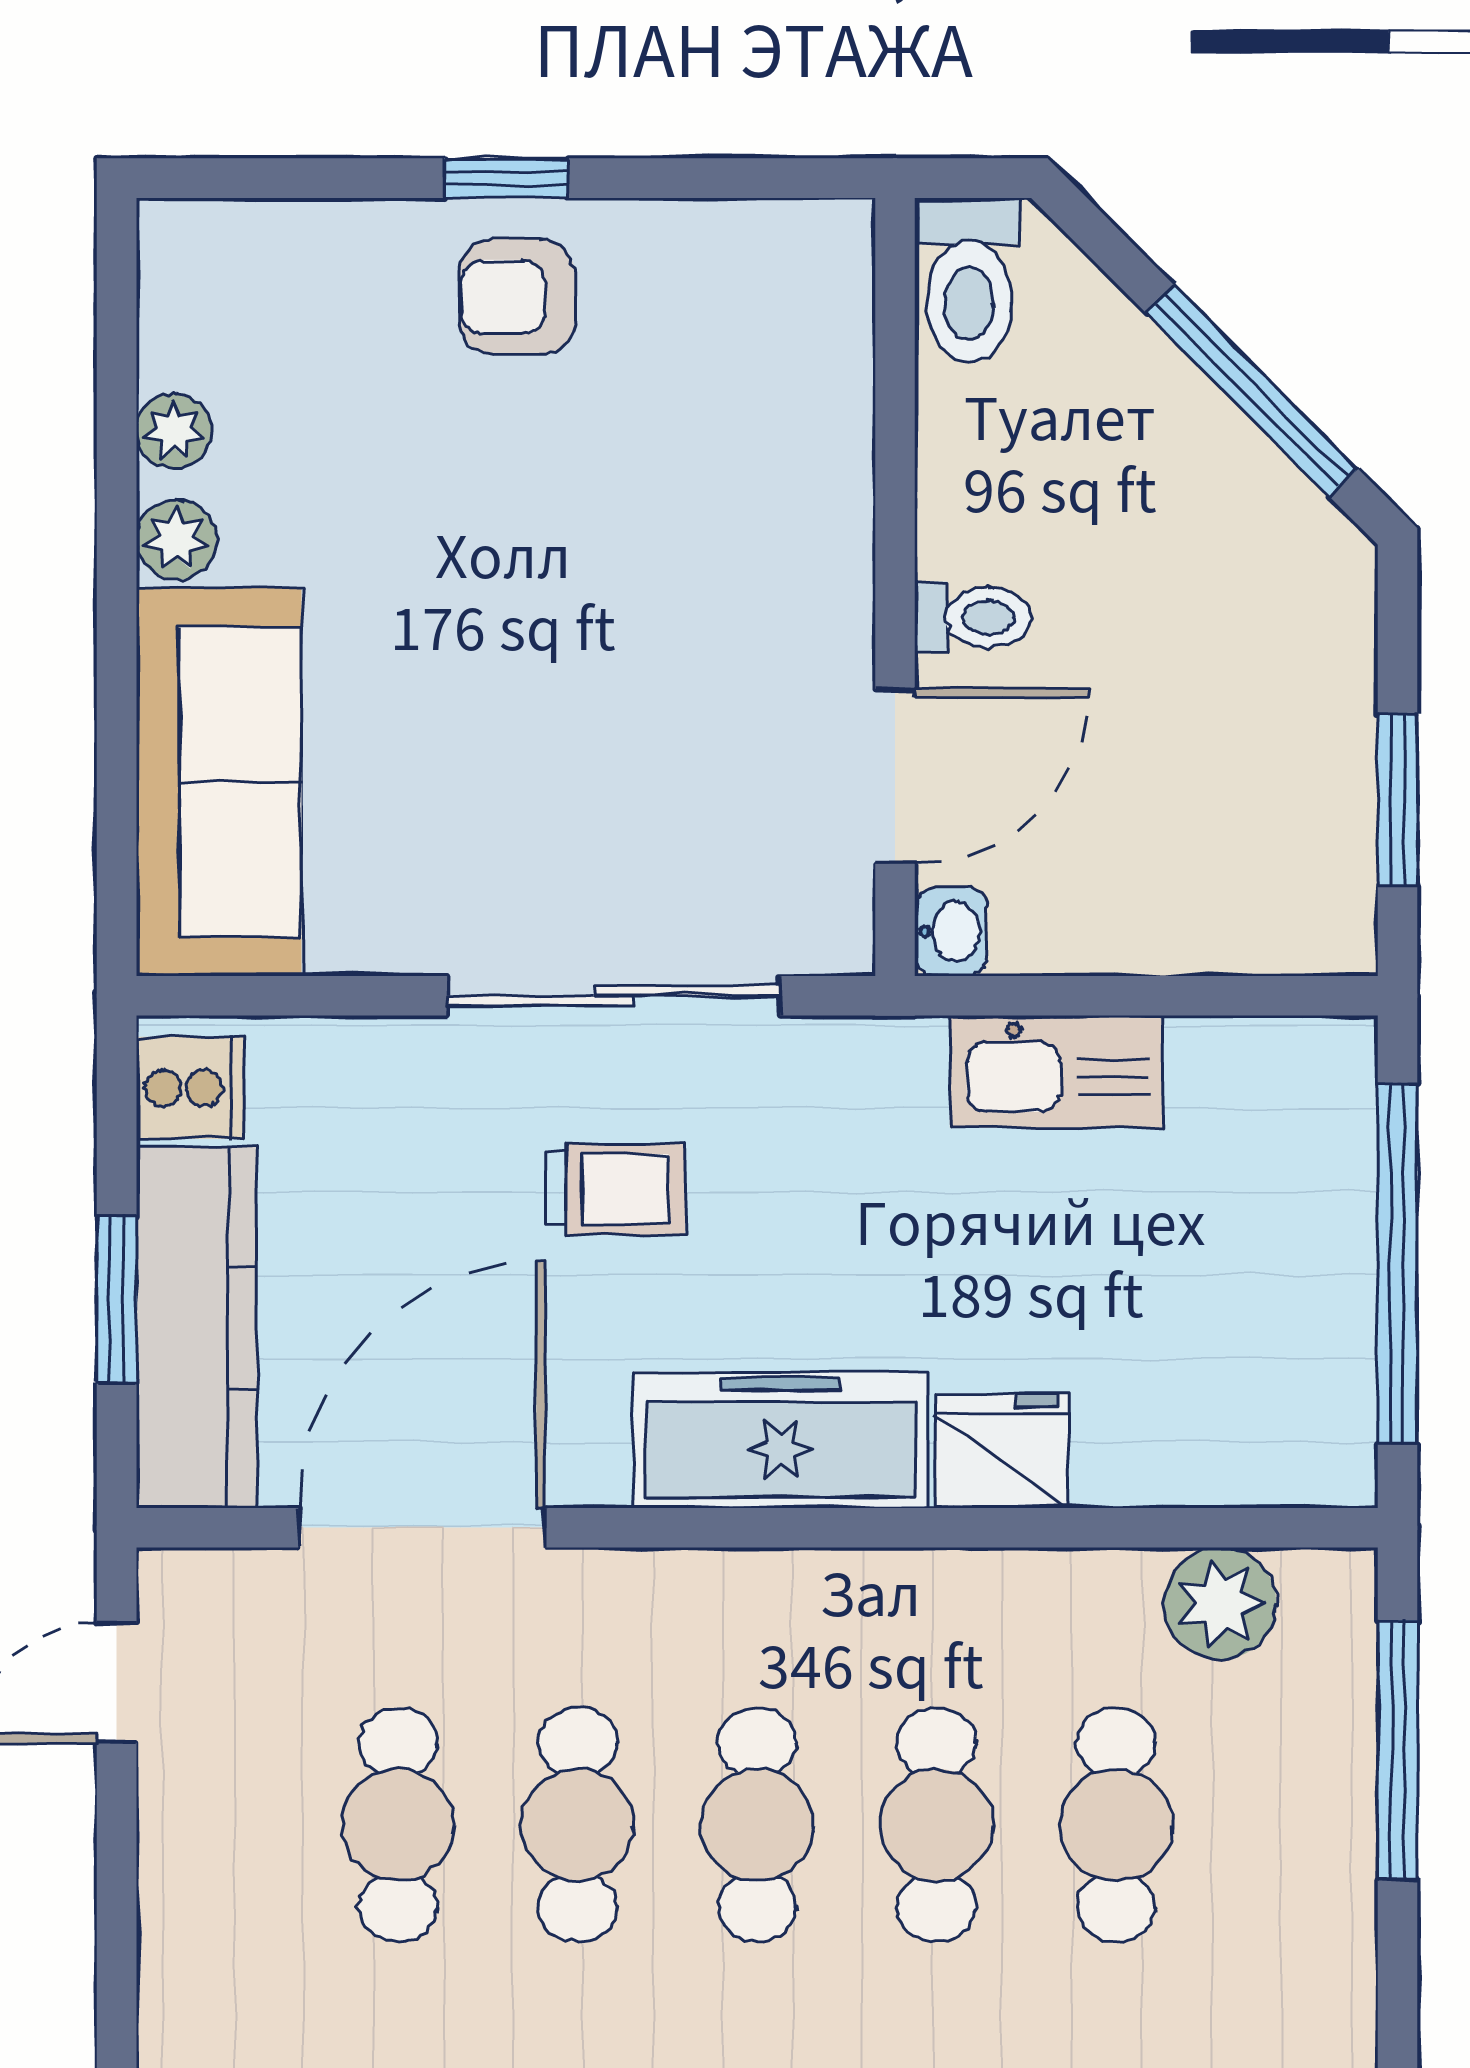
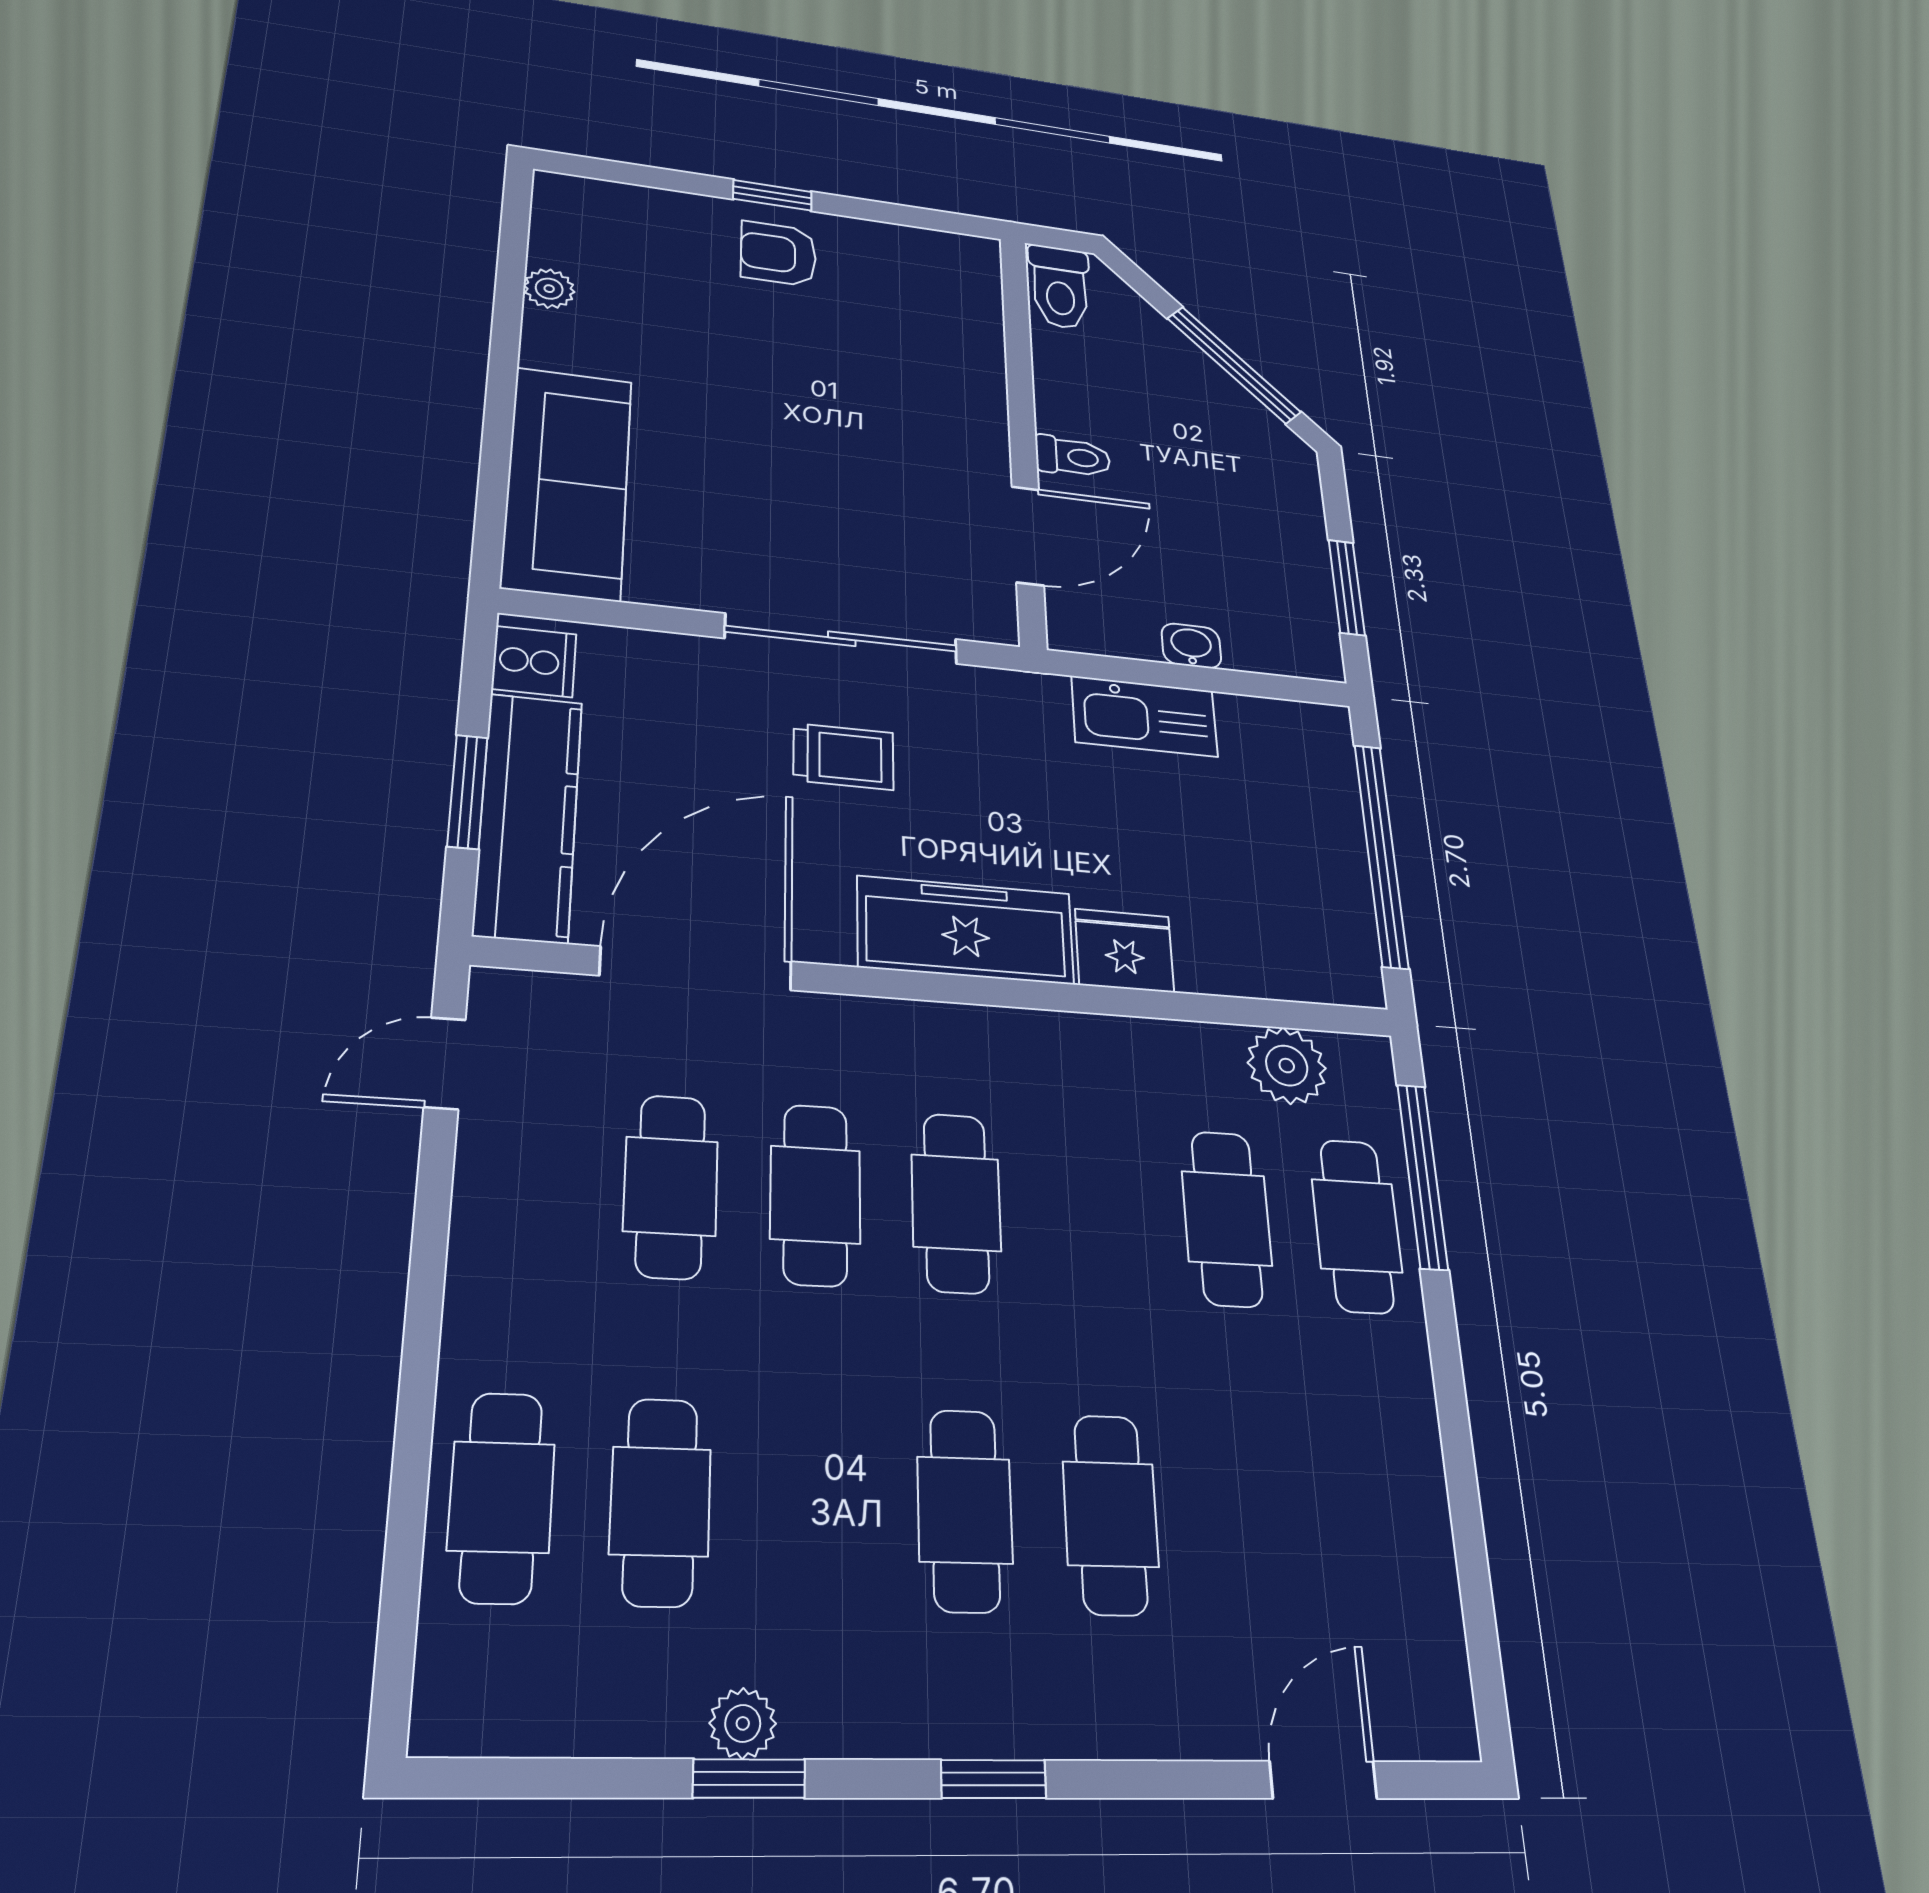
plant: (177, 540) -> (547, 346), removed
washbasin: (951, 931) -> (1191, 646), moved, turned -90
cafe table: (937, 1825) -> (1357, 1226), moved

